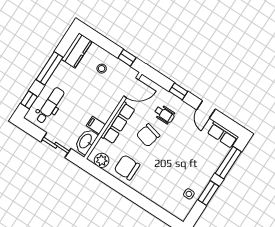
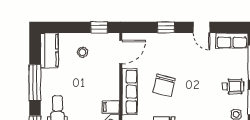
wheelchair: (164, 114) -> (233, 86), moved

